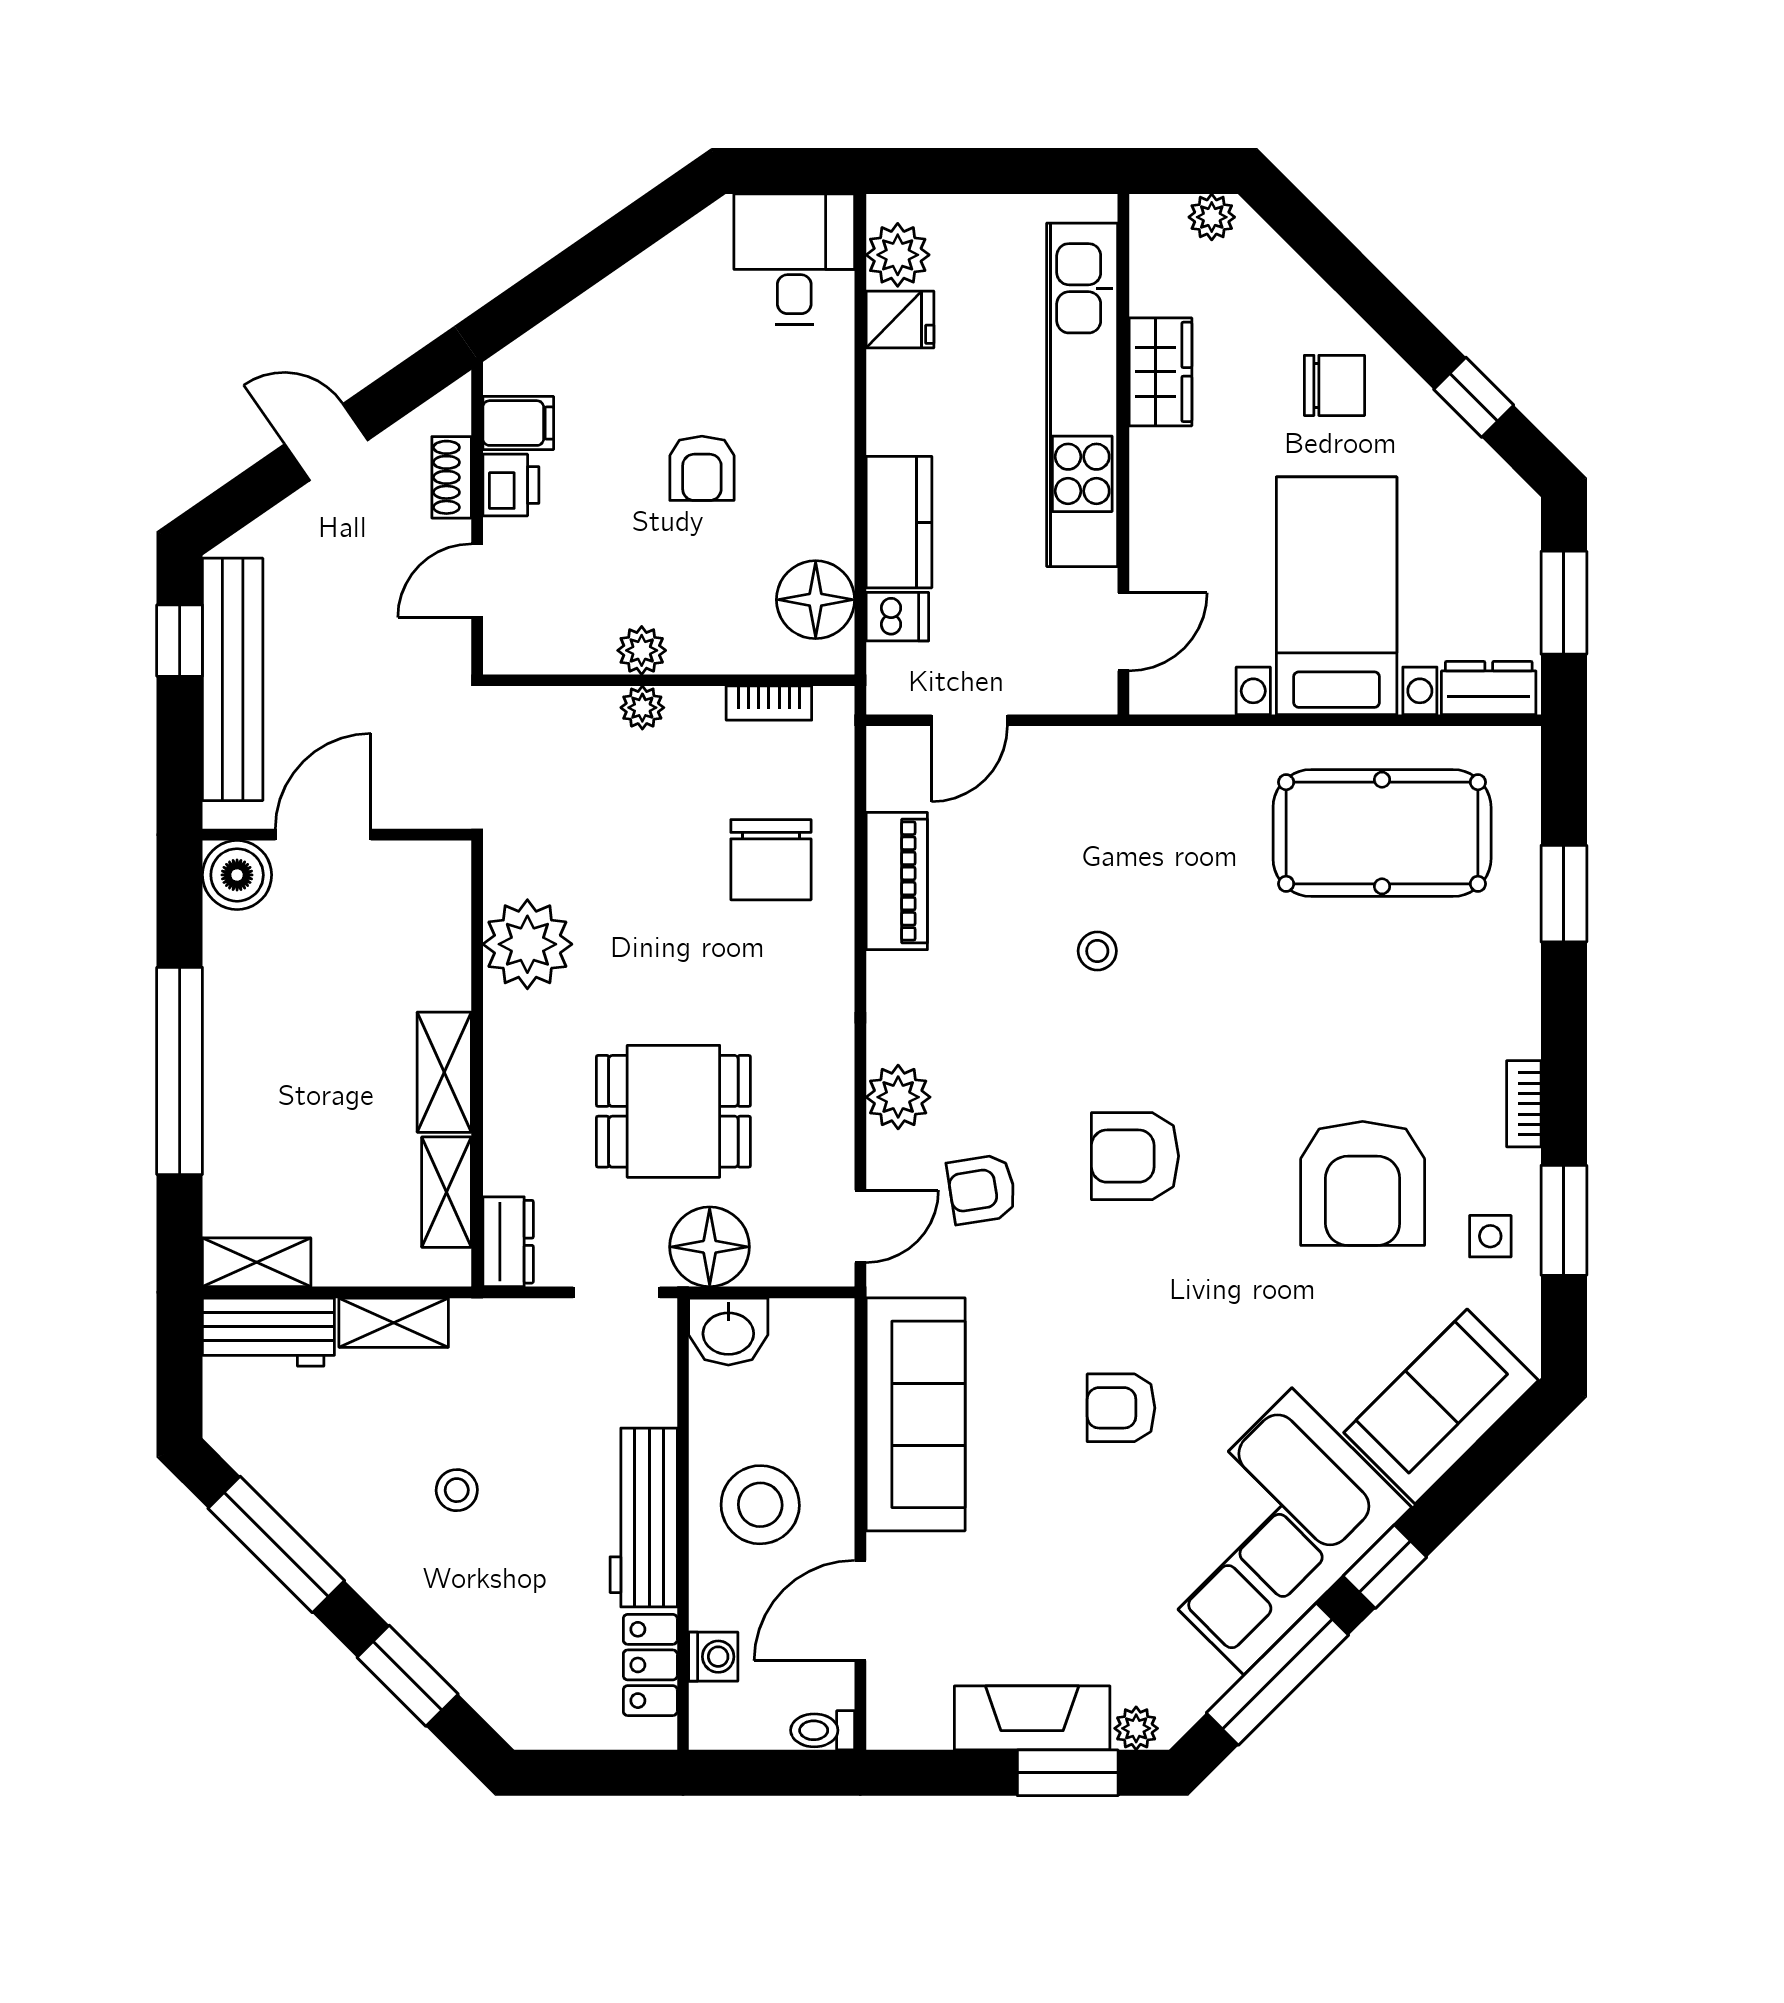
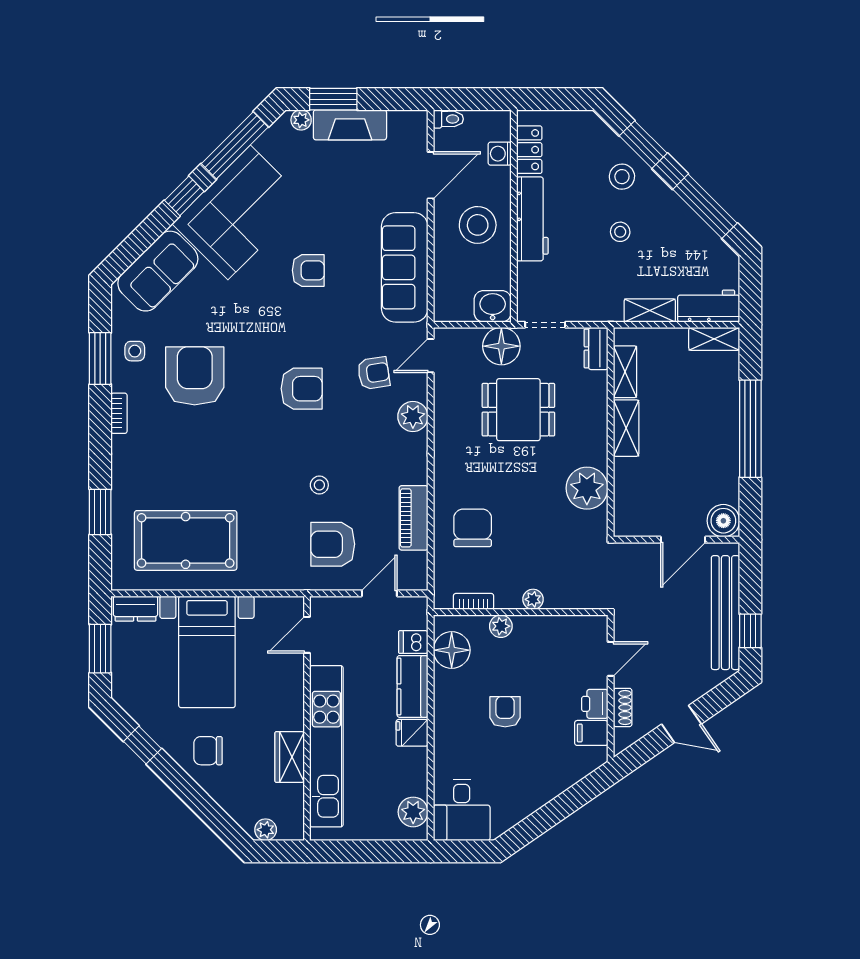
fridge: (900, 319) -> (412, 733), moved
plant: (642, 650) -> (501, 626), moved
armchair: (1069, 825) -> (333, 544), added
stool: (453, 1608) -> (622, 177), added

